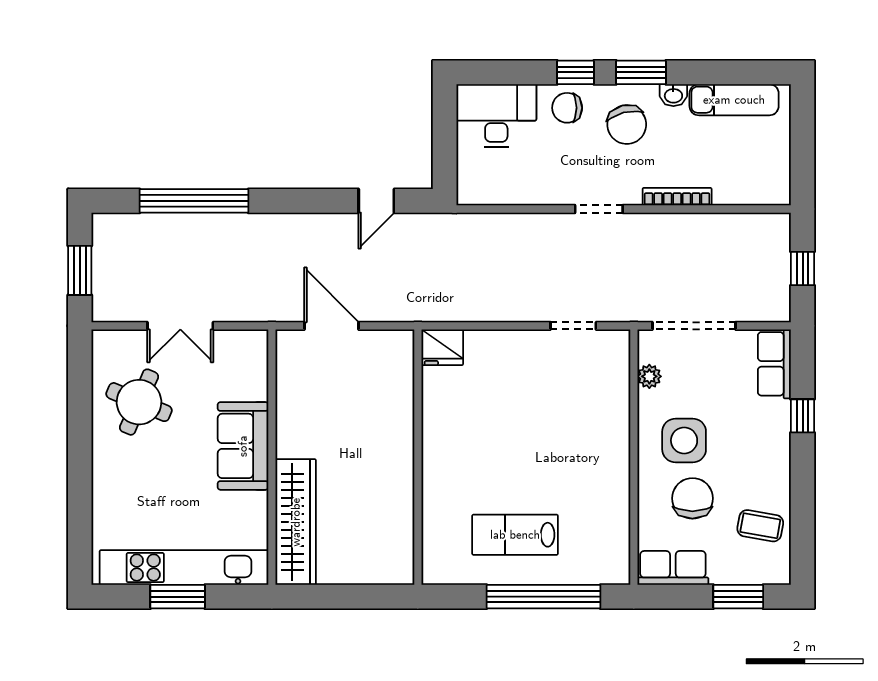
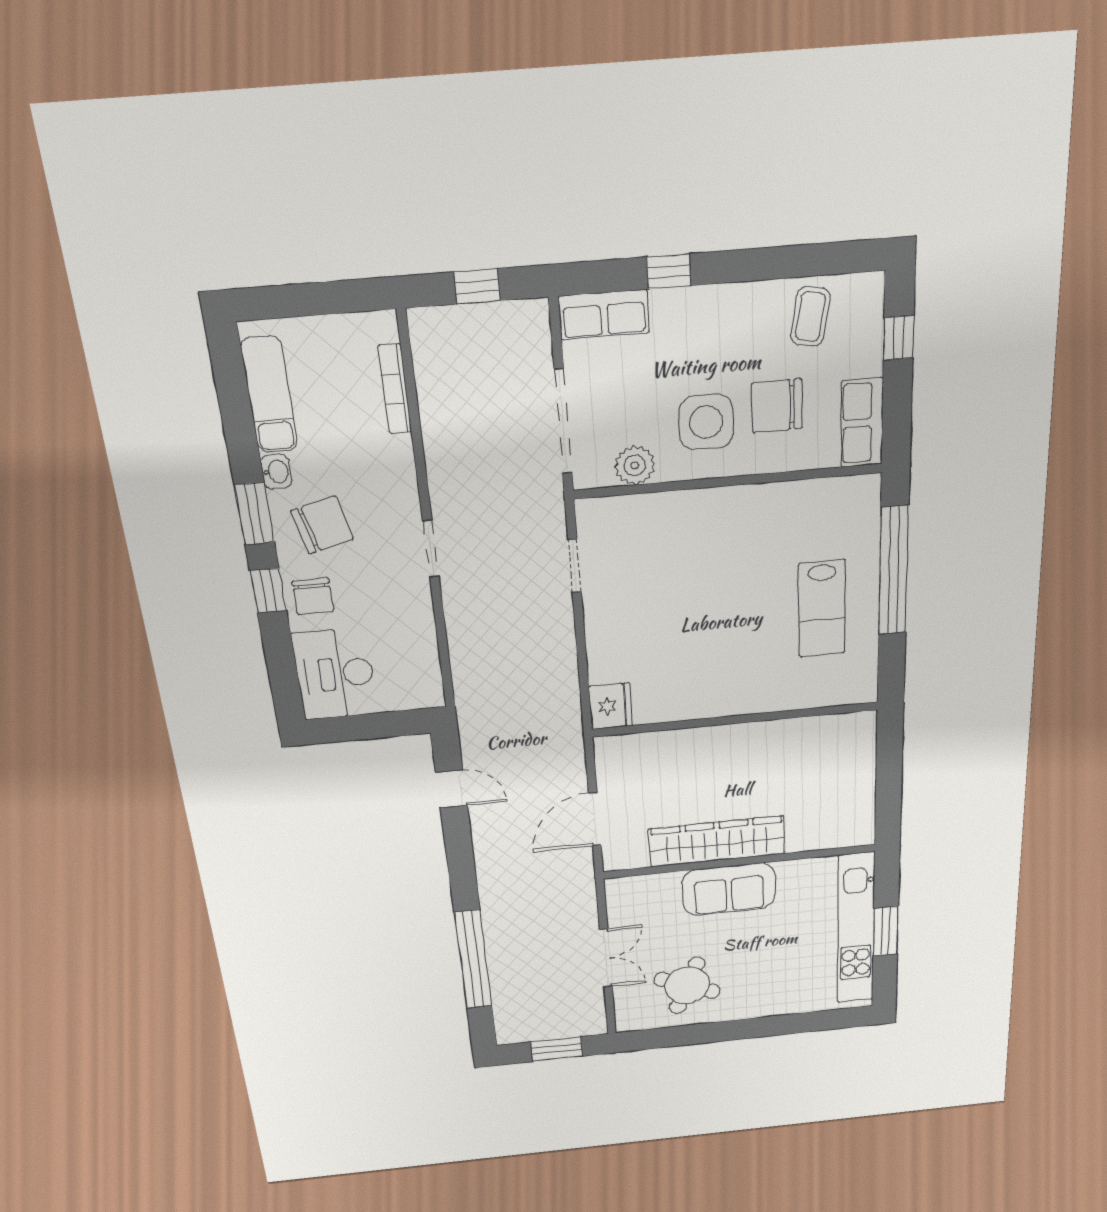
bookcase: (677, 197) -> (395, 389), moved
plant: (649, 376) -> (635, 465), width x1.38, depth x1.38
wardrobe: (296, 522) -> (717, 841), moved
window: (738, 597) -> (899, 338), width x0.67

